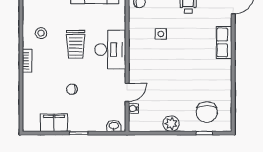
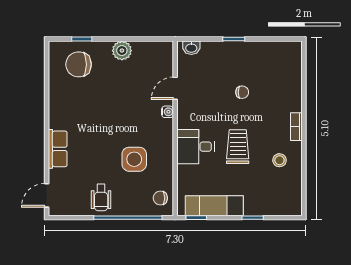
side table: (161, 34) -> (134, 159), width x1.87, depth x1.87
desk: (110, 50) -> (196, 147), width x0.73
water cooler: (133, 108) -> (168, 112), moved
chair: (207, 112) -> (79, 64), turned -90
filing cabinet: (54, 123) -> (264, 52), removed

